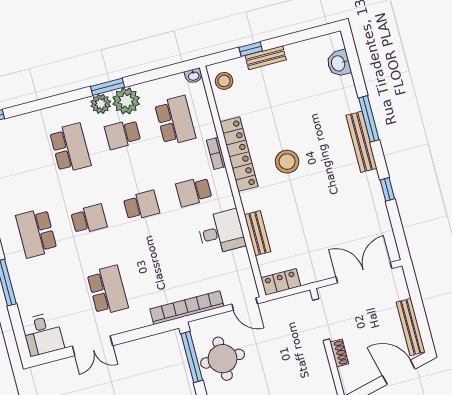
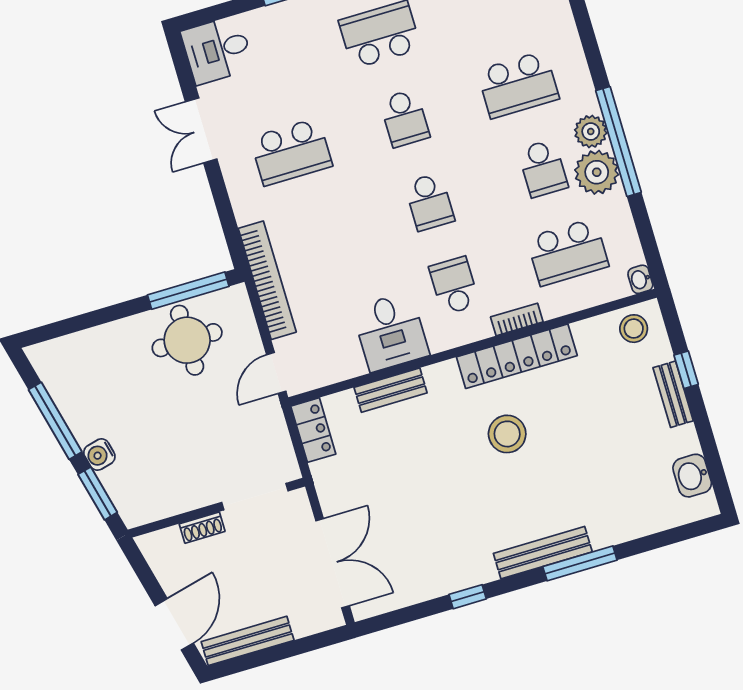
washbasin: (339, 63) -> (692, 476), moved, turned -90
window: (108, 87) -> (618, 142), width x2.11
school desk: (123, 134) -> (543, 168), turned 180

